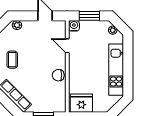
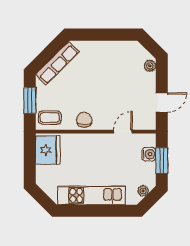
water cooler: (74, 26) -> (149, 154), moved
coffee table: (12, 60) -> (50, 118), moved

